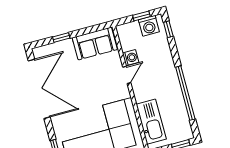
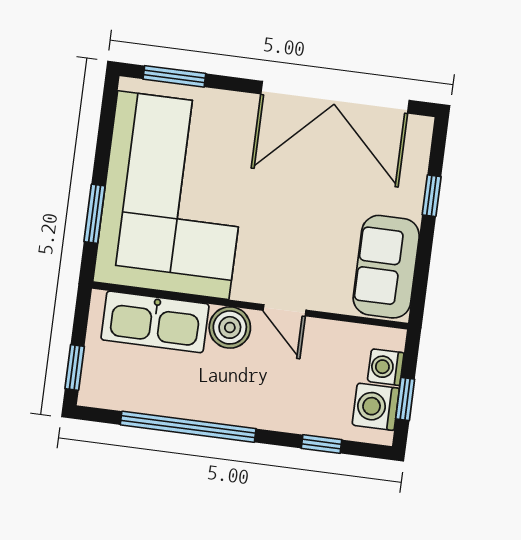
window: (168, 29) -> (322, 444), moved
washing machine: (131, 58) -> (386, 367), moved, turned 90
boiler: (142, 93) -> (230, 327), added

